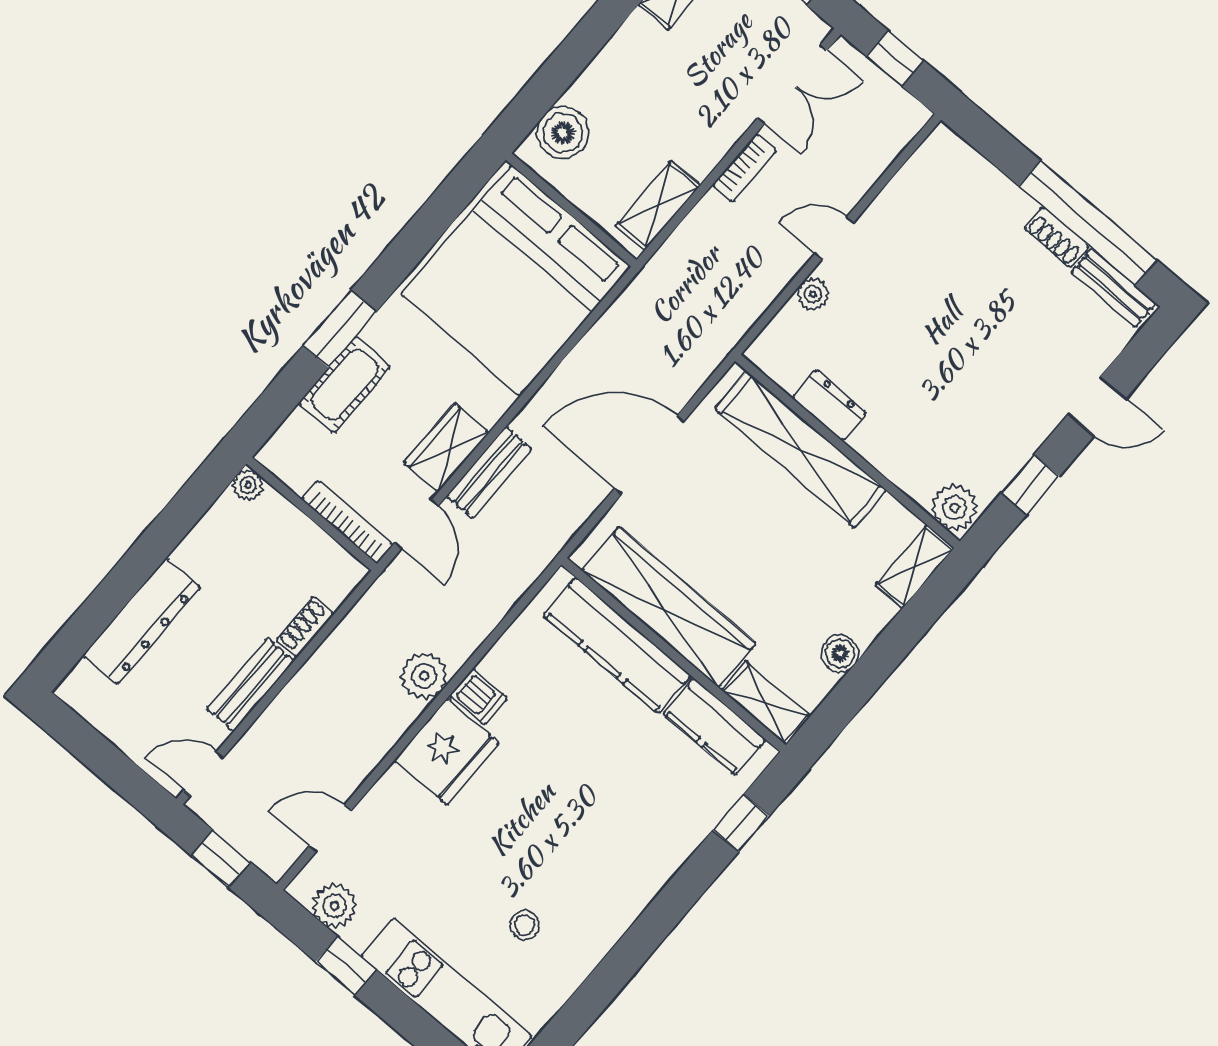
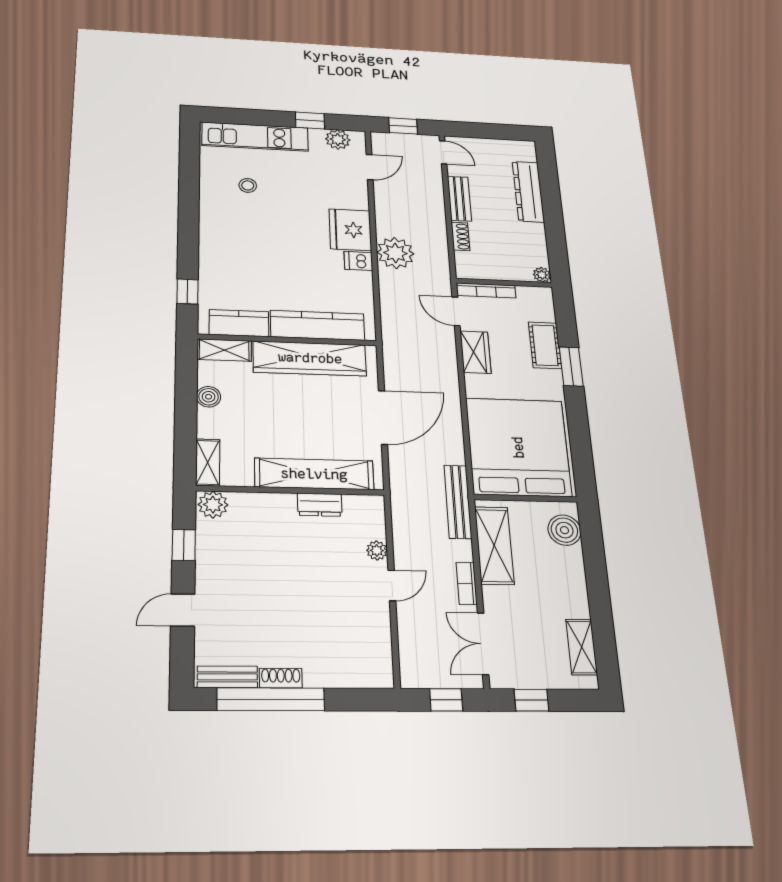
shelving: (658, 205) -> (494, 546), width x1.50, depth x1.33
bench: (489, 472) -> (458, 502), moved, width x1.36
plant: (424, 676) -> (395, 253), width x1.36, depth x1.36
door: (203, 774) -> (443, 152), hinge flipped

